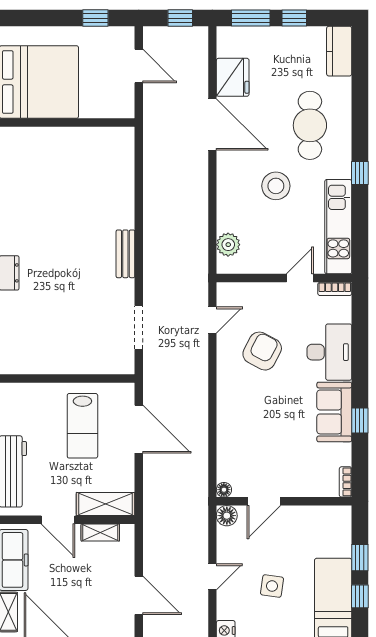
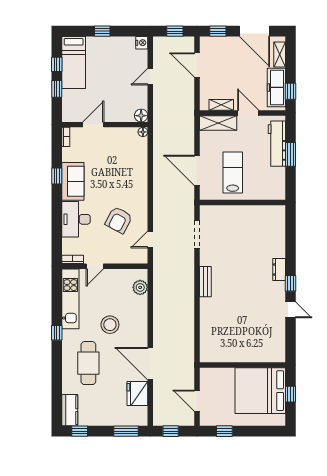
window: (294, 18) -> (80, 431), moved
door: (264, 501) -> (93, 125), moved
side table: (272, 586) -> (112, 71), removed

